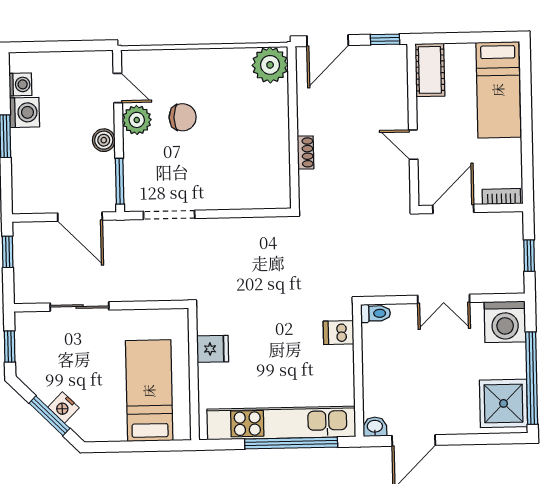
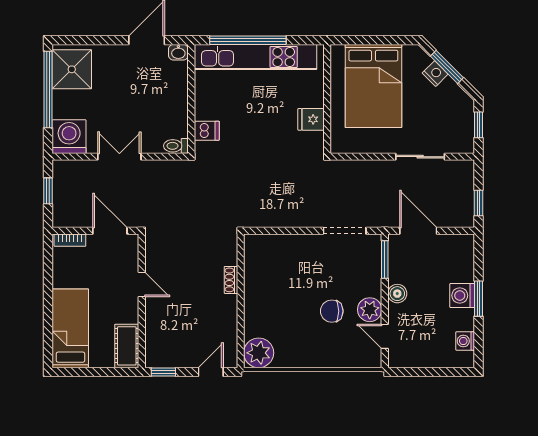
door: (328, 41) -> (211, 372), width x0.73
washing machine: (25, 112) -> (462, 295), moved
door: (453, 209) -> (110, 231), swing flipped
bed: (149, 391) -> (373, 86), width x1.50

